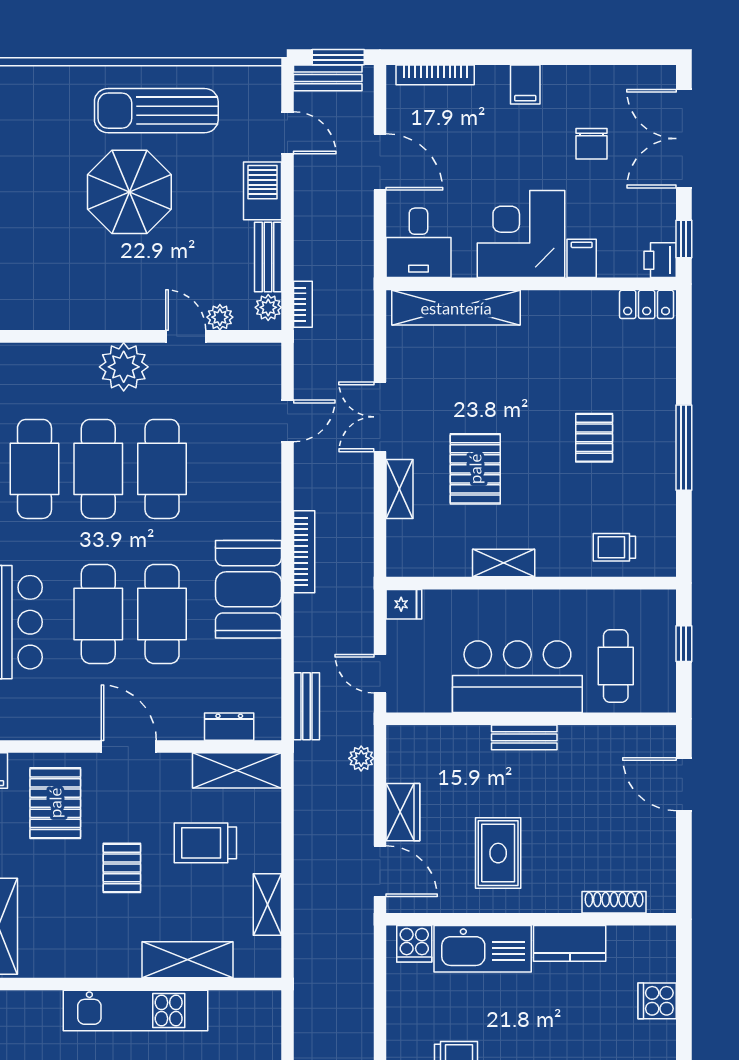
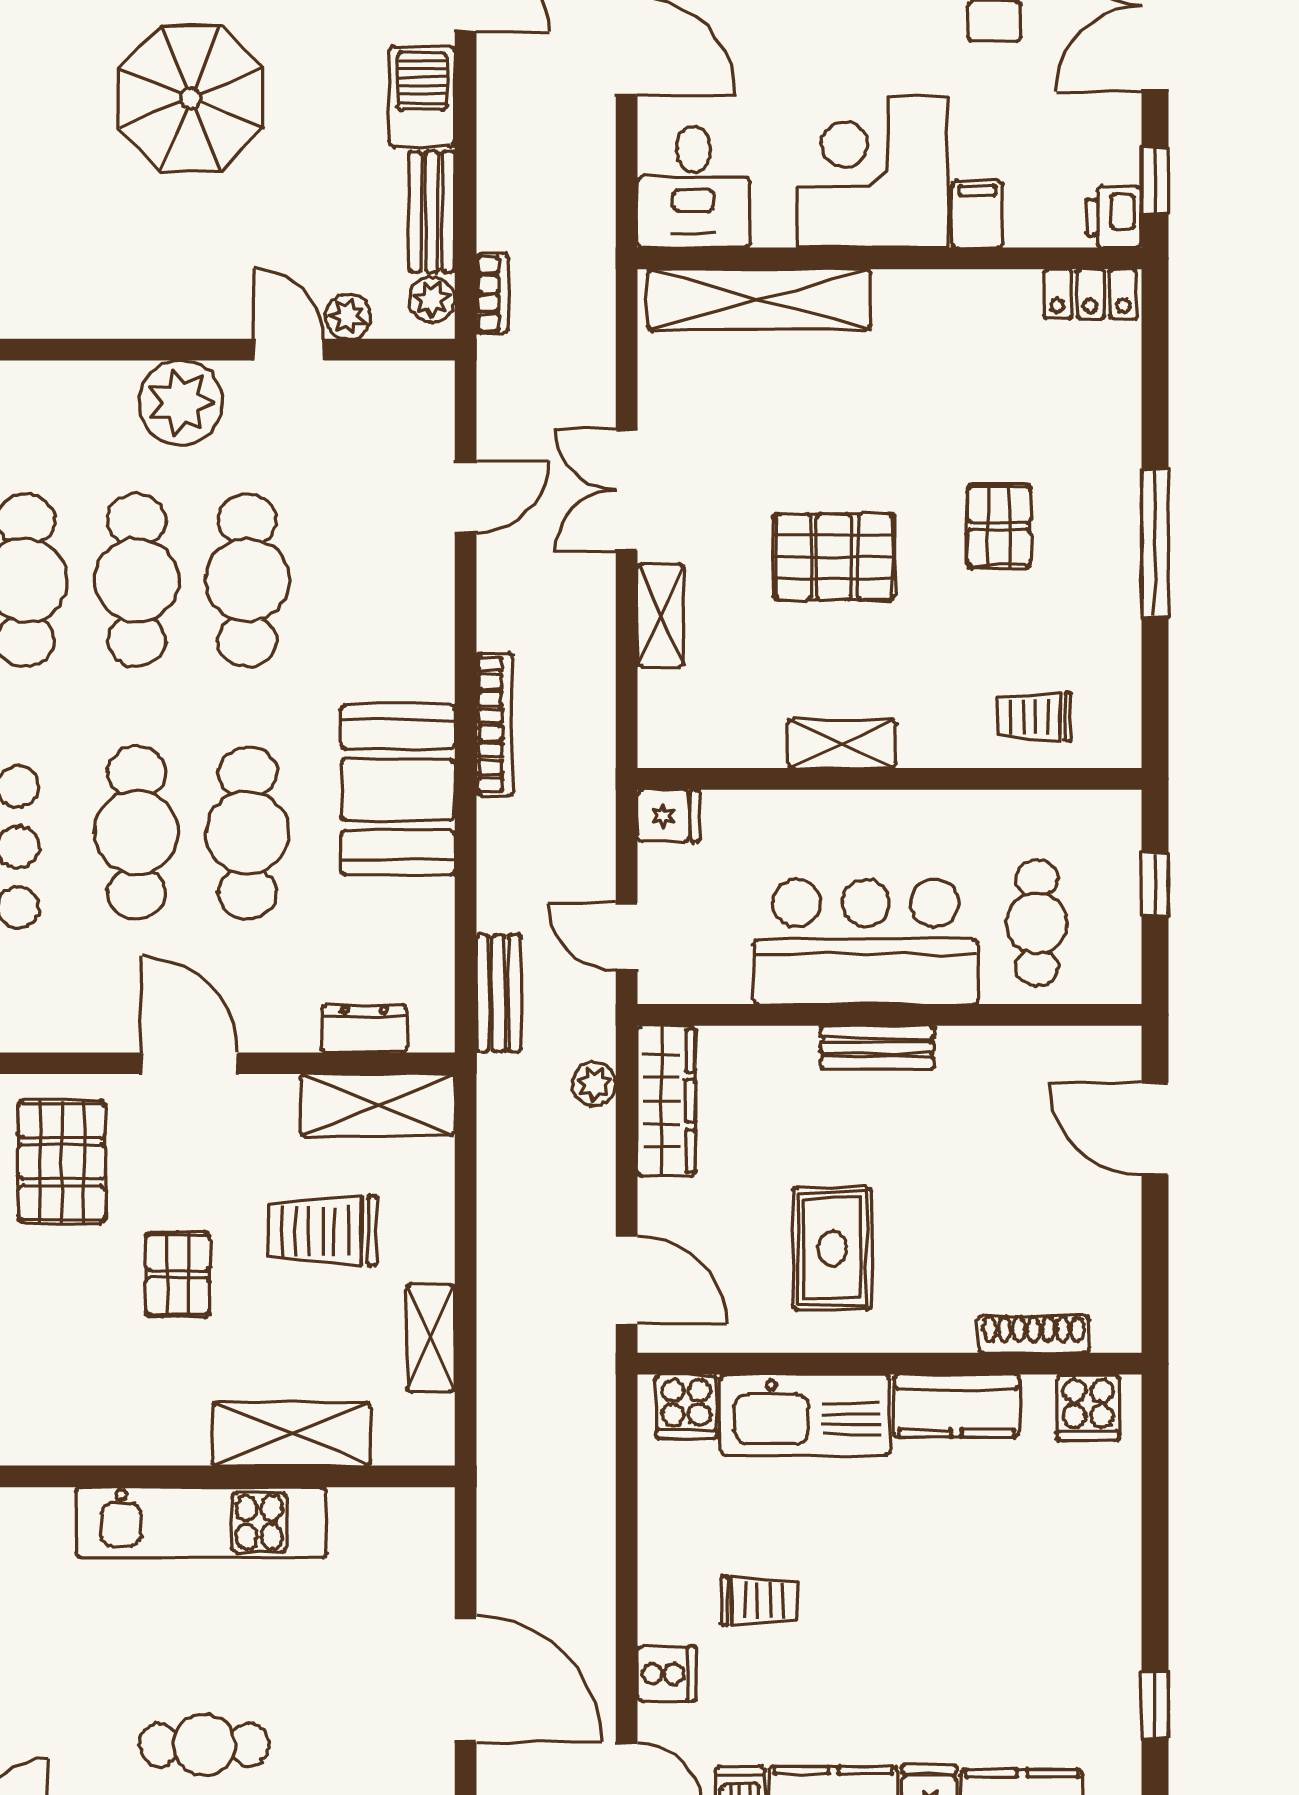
pallet: (475, 469) -> (834, 557), moved, turned 90
wardrobe: (403, 812) -> (666, 1101), moved, width x1.50
cooker: (657, 1001) -> (1088, 1407), moved, turned -90

